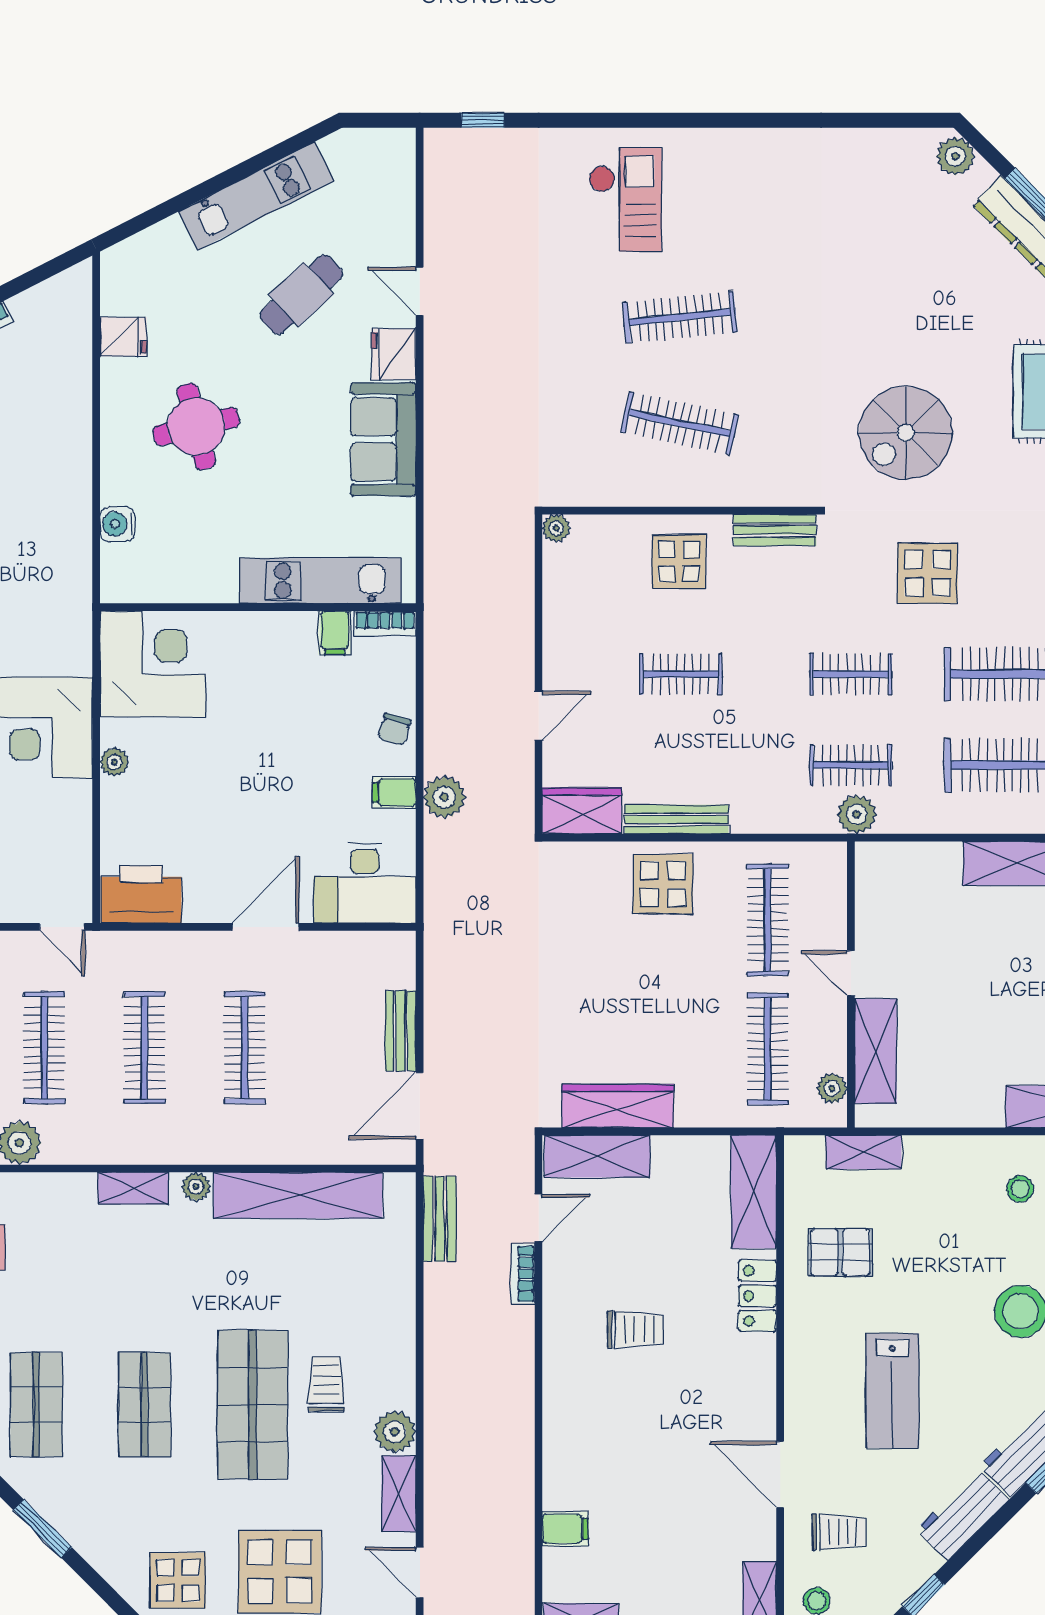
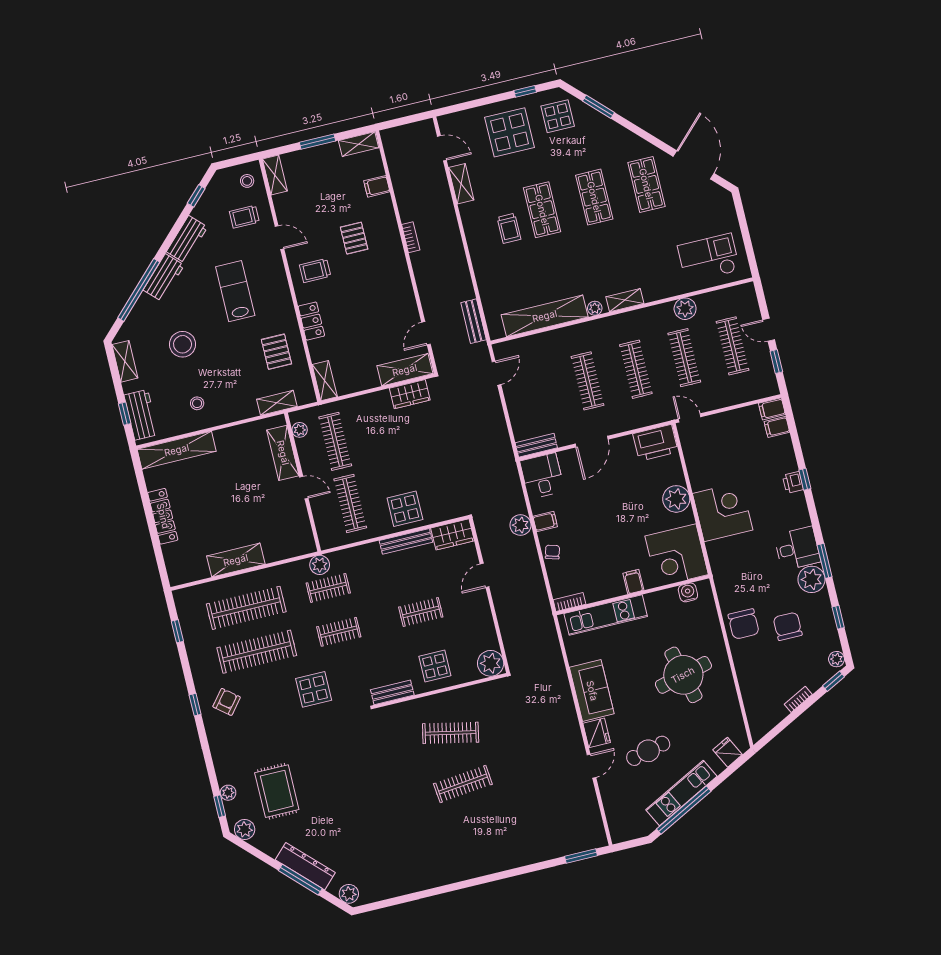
window: (483, 120) -> (581, 856), width x1.50
window: (260, 162) -> (684, 810), added
checkout: (625, 200) -> (503, 834), removed
door: (420, 291) -> (591, 766), hinge flipped
cafe table: (301, 295) -> (648, 751), turned 30
fridge: (123, 337) -> (728, 752), moved, turned 63
round table: (196, 427) -> (683, 675), width x1.36, depth x1.36
spiral stairs: (906, 433) -> (341, 755), removed
chair: (54, 498) -> (744, 624), added
water cooler: (118, 524) -> (688, 592), moved, turned -90
plant: (556, 528) -> (491, 663), width x1.87, depth x1.87
filing cabinet: (335, 633) -> (633, 582), moved
plant: (114, 762) -> (676, 499), width x1.88, depth x1.88
desk: (365, 883) -> (542, 476), width x0.73
bench: (401, 1031) -> (536, 445), moved, turned 90
door: (420, 1106) -> (496, 373), width x0.73
wardrobe: (618, 1106) -> (410, 394), width x0.67
shelving: (754, 1192) -> (325, 381), width x0.67, depth x0.75
pallet: (840, 1252) -> (276, 352), turned 90
bookcase: (523, 1274) -> (411, 237), moved
trolley: (636, 1329) -> (315, 271), moved
shop shelf: (253, 1405) -> (542, 210), width x0.70, depth x0.74
plant: (395, 1432) -> (470, 213), removed
pallet: (634, 1438) -> (354, 238), added
door: (780, 1474) -> (279, 238), width x0.73
window: (42, 1529) -> (598, 107), moved

